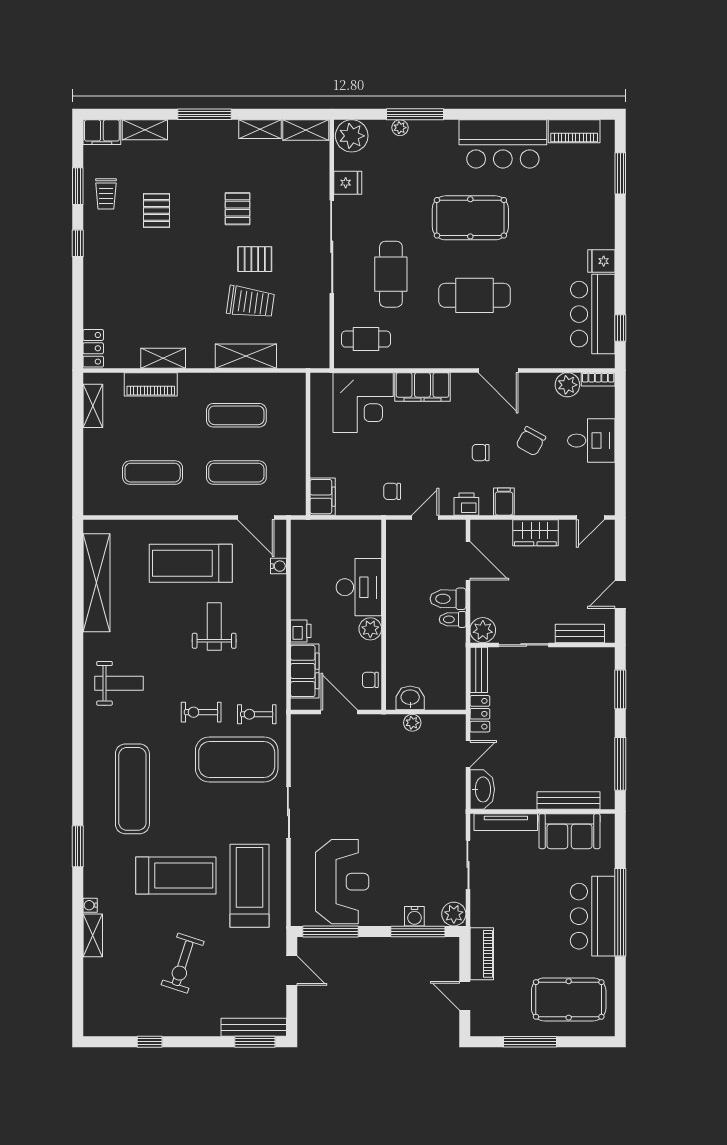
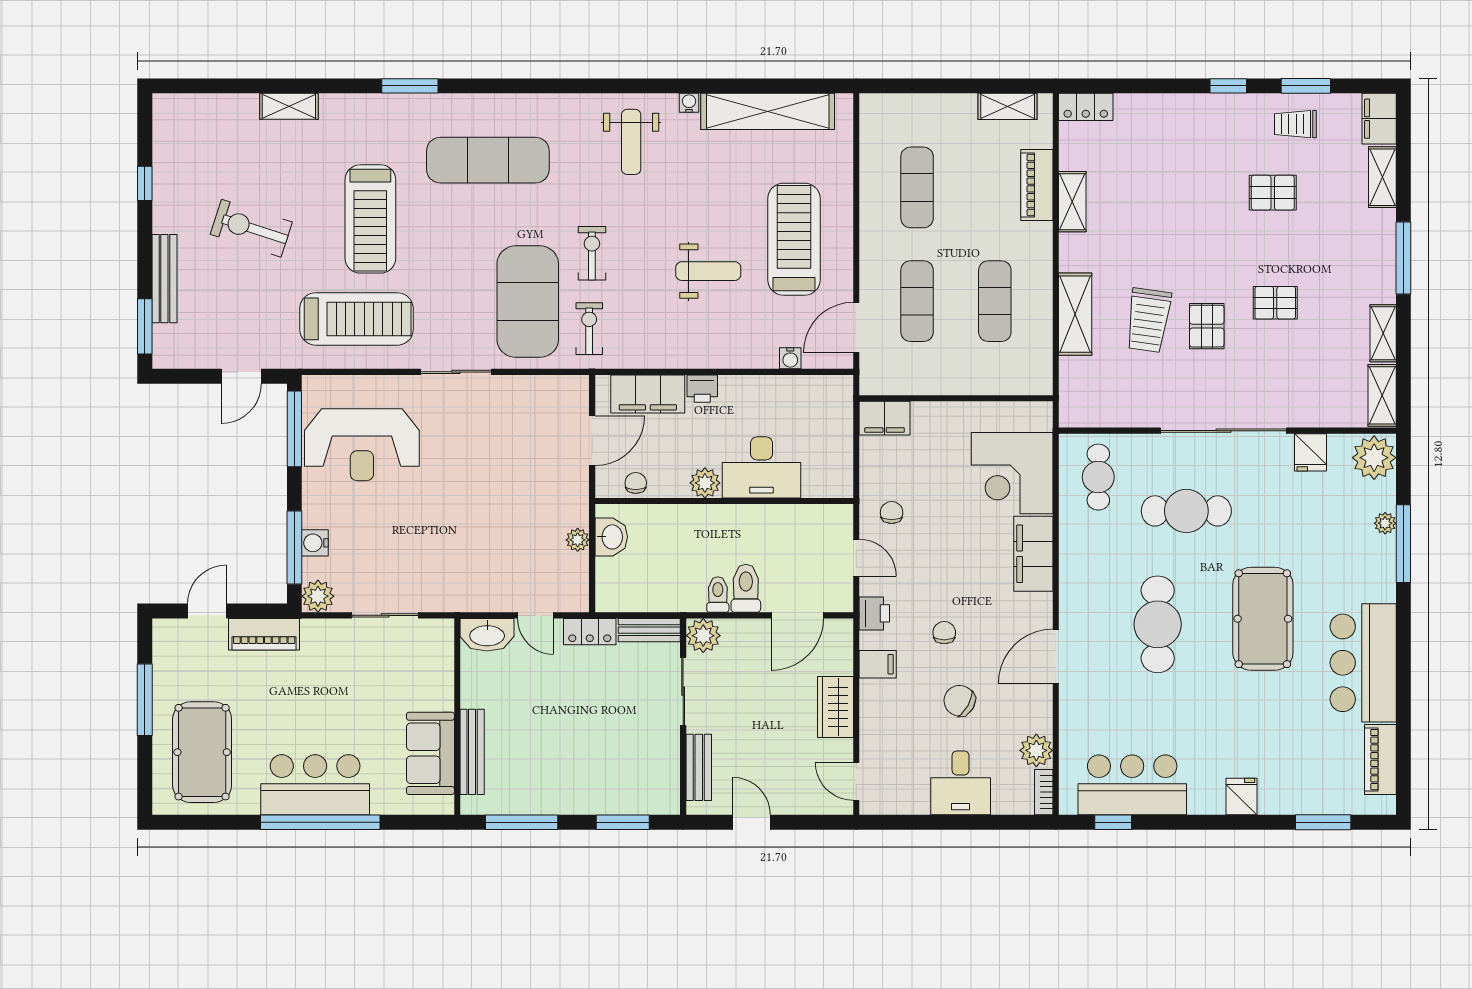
fridge: (601, 261) -> (1242, 797), moved
tv unit: (506, 822) -> (443, 667), removed
water cooler: (90, 905) -> (689, 103), moved
bench: (254, 1027) -> (164, 279), moved

